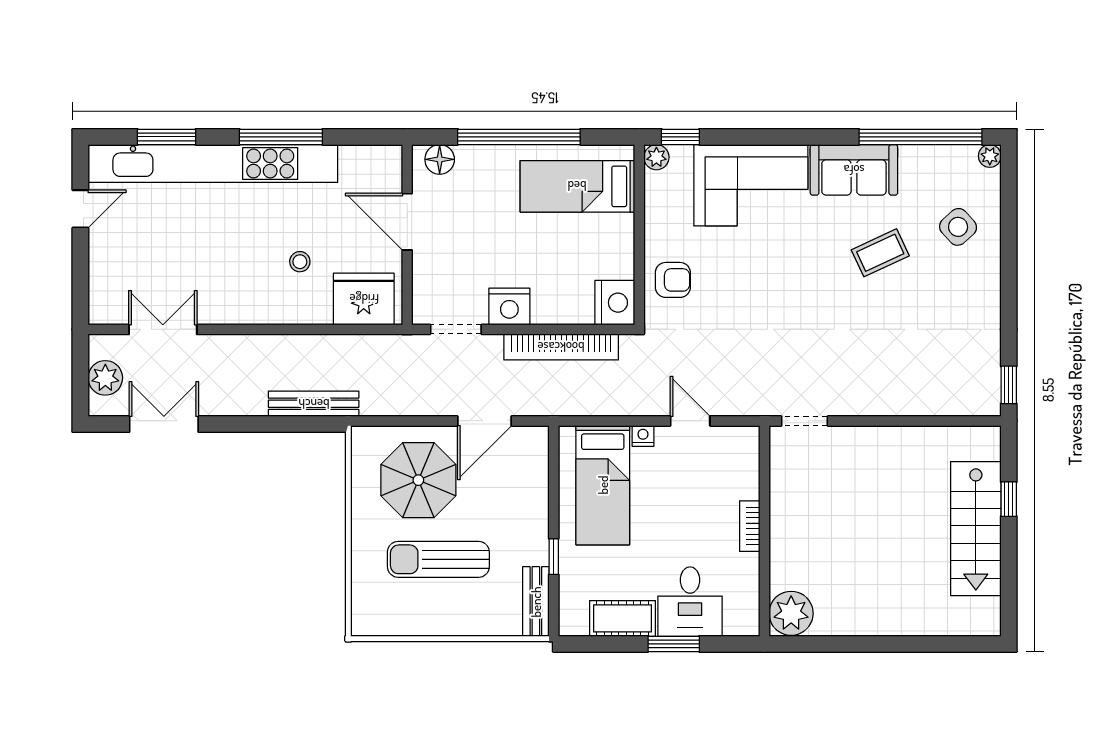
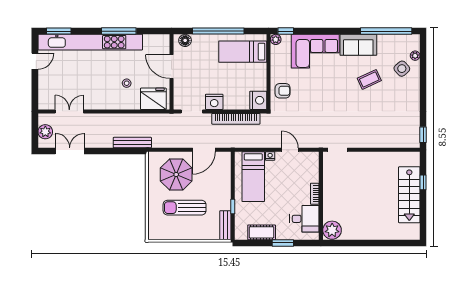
window: (167, 137) -> (59, 31), moved
plant: (990, 156) -> (415, 56), moved
desk: (690, 602) -> (304, 219), moved, turned -90

